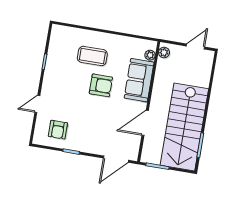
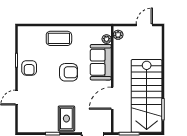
coffee table: (92, 56) -> (59, 38), moved
armchair: (58, 130) -> (29, 68), moved
rug: (90, 137) -> (66, 119), added

